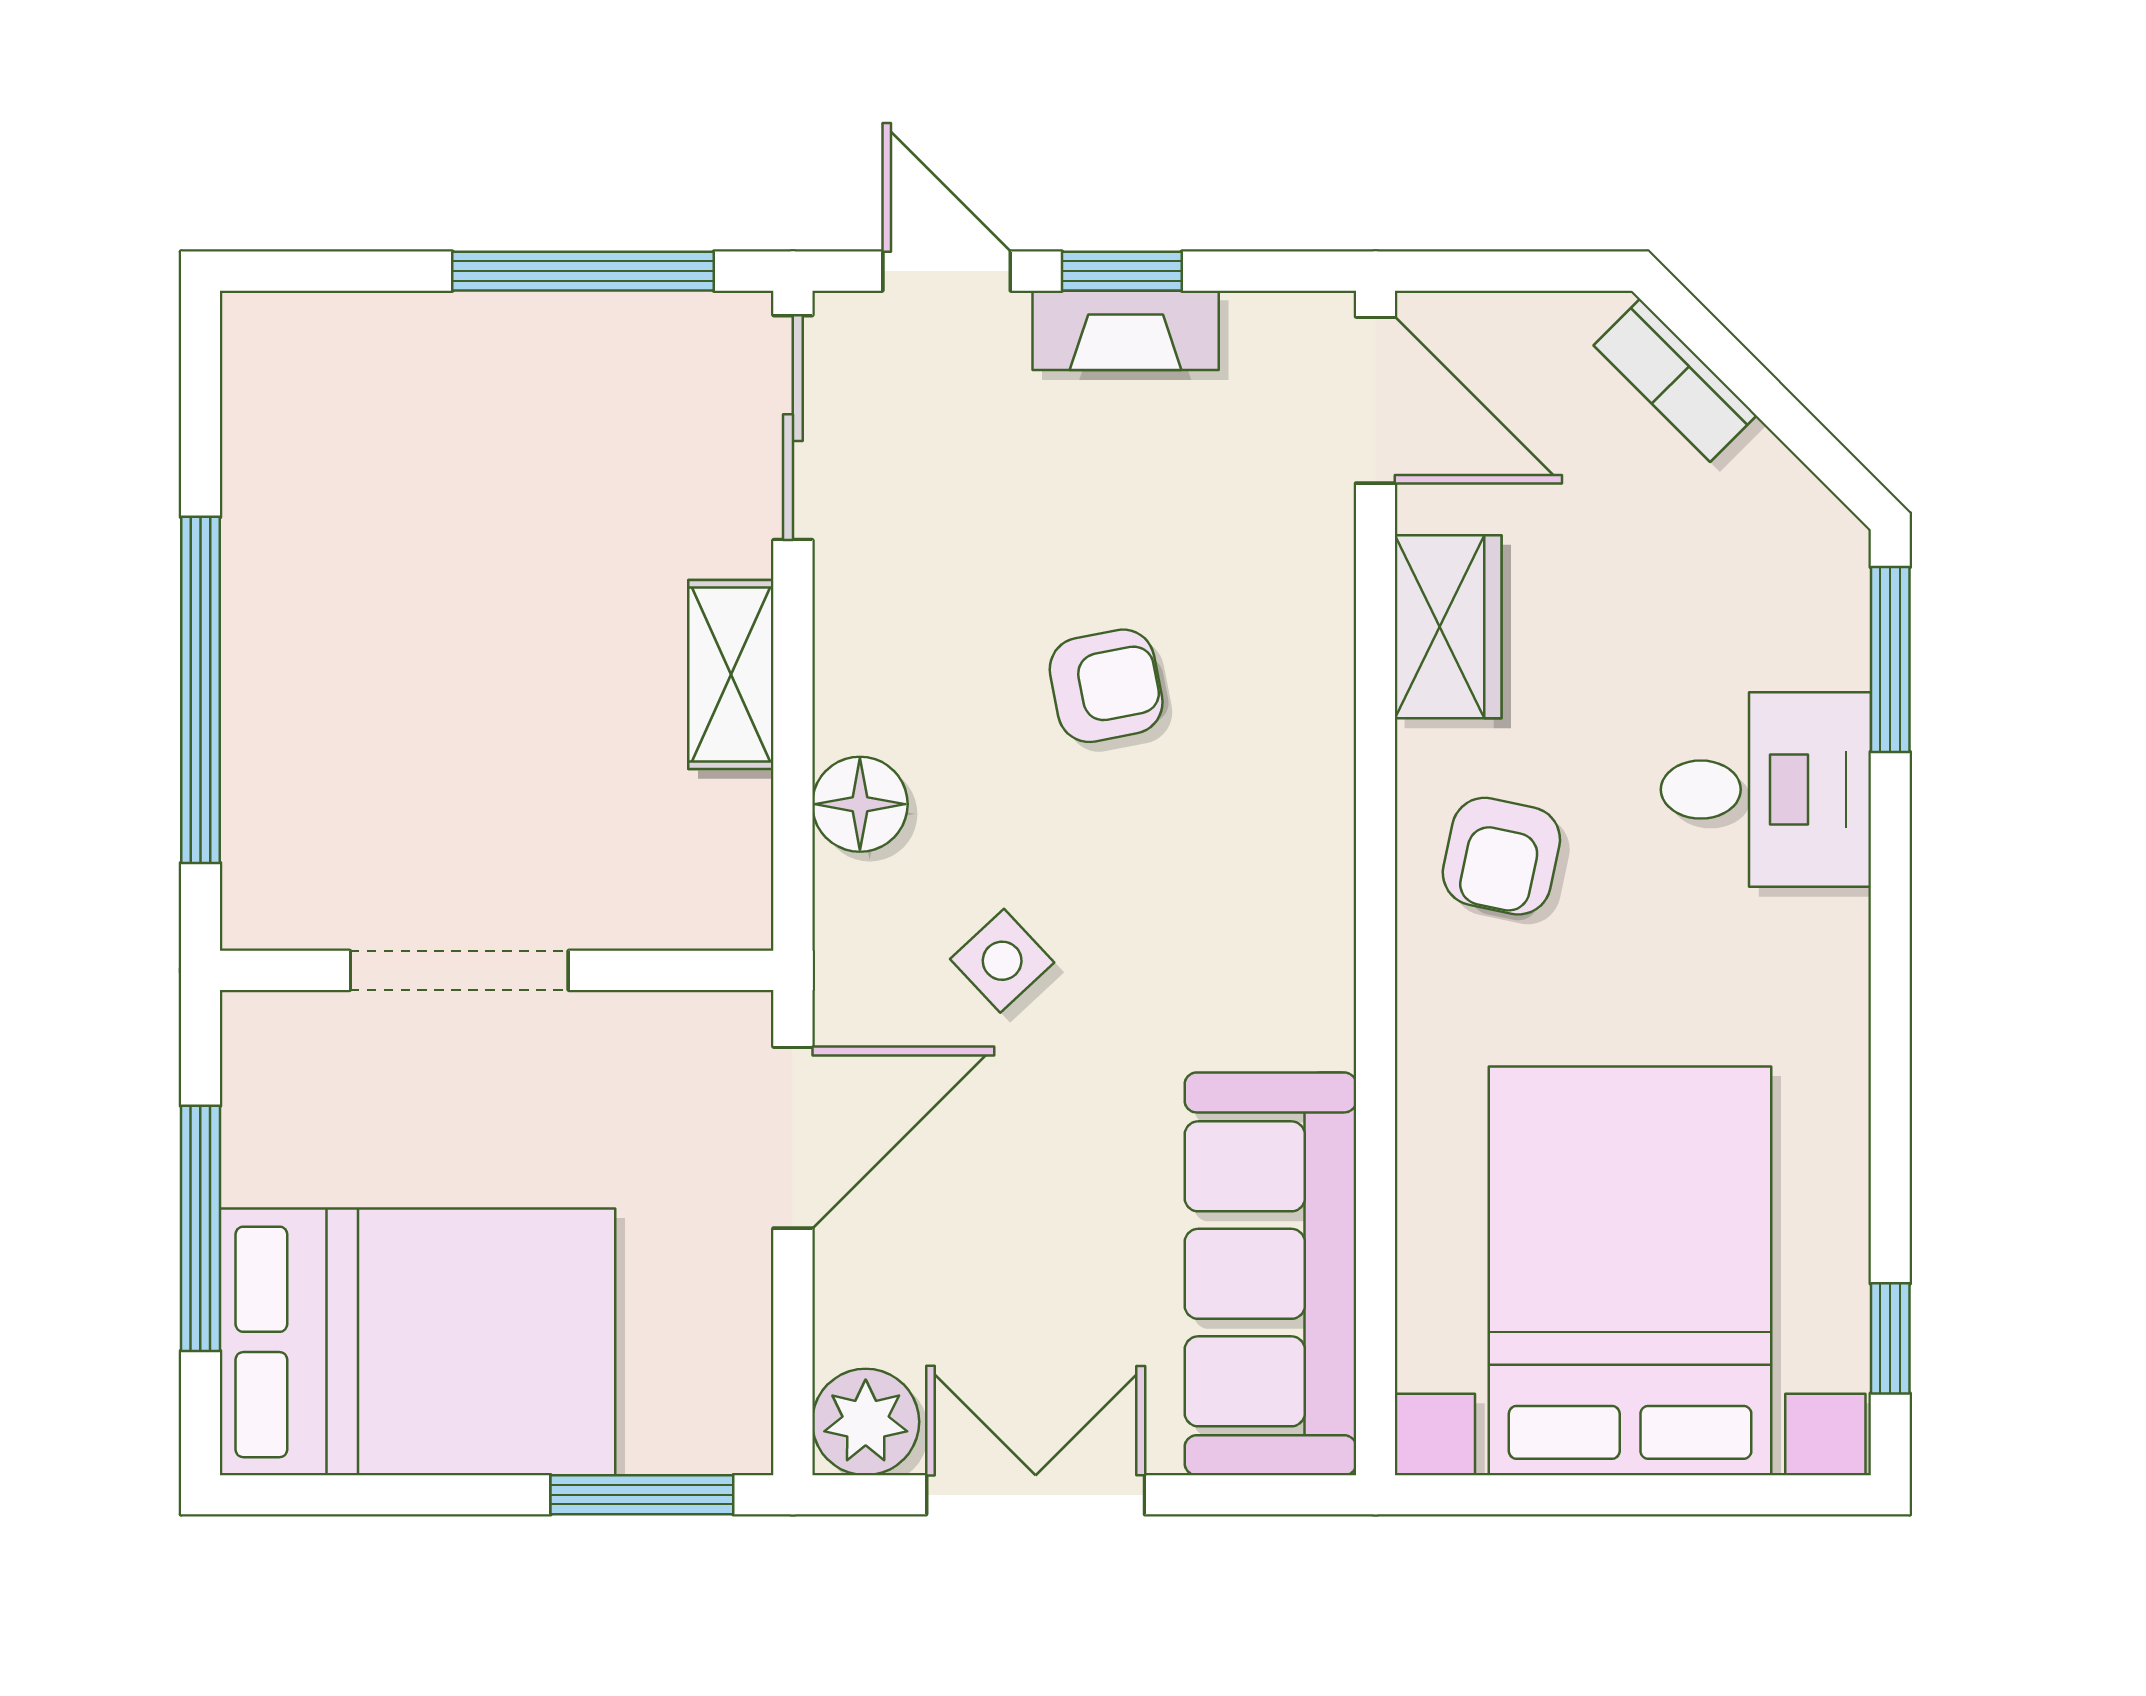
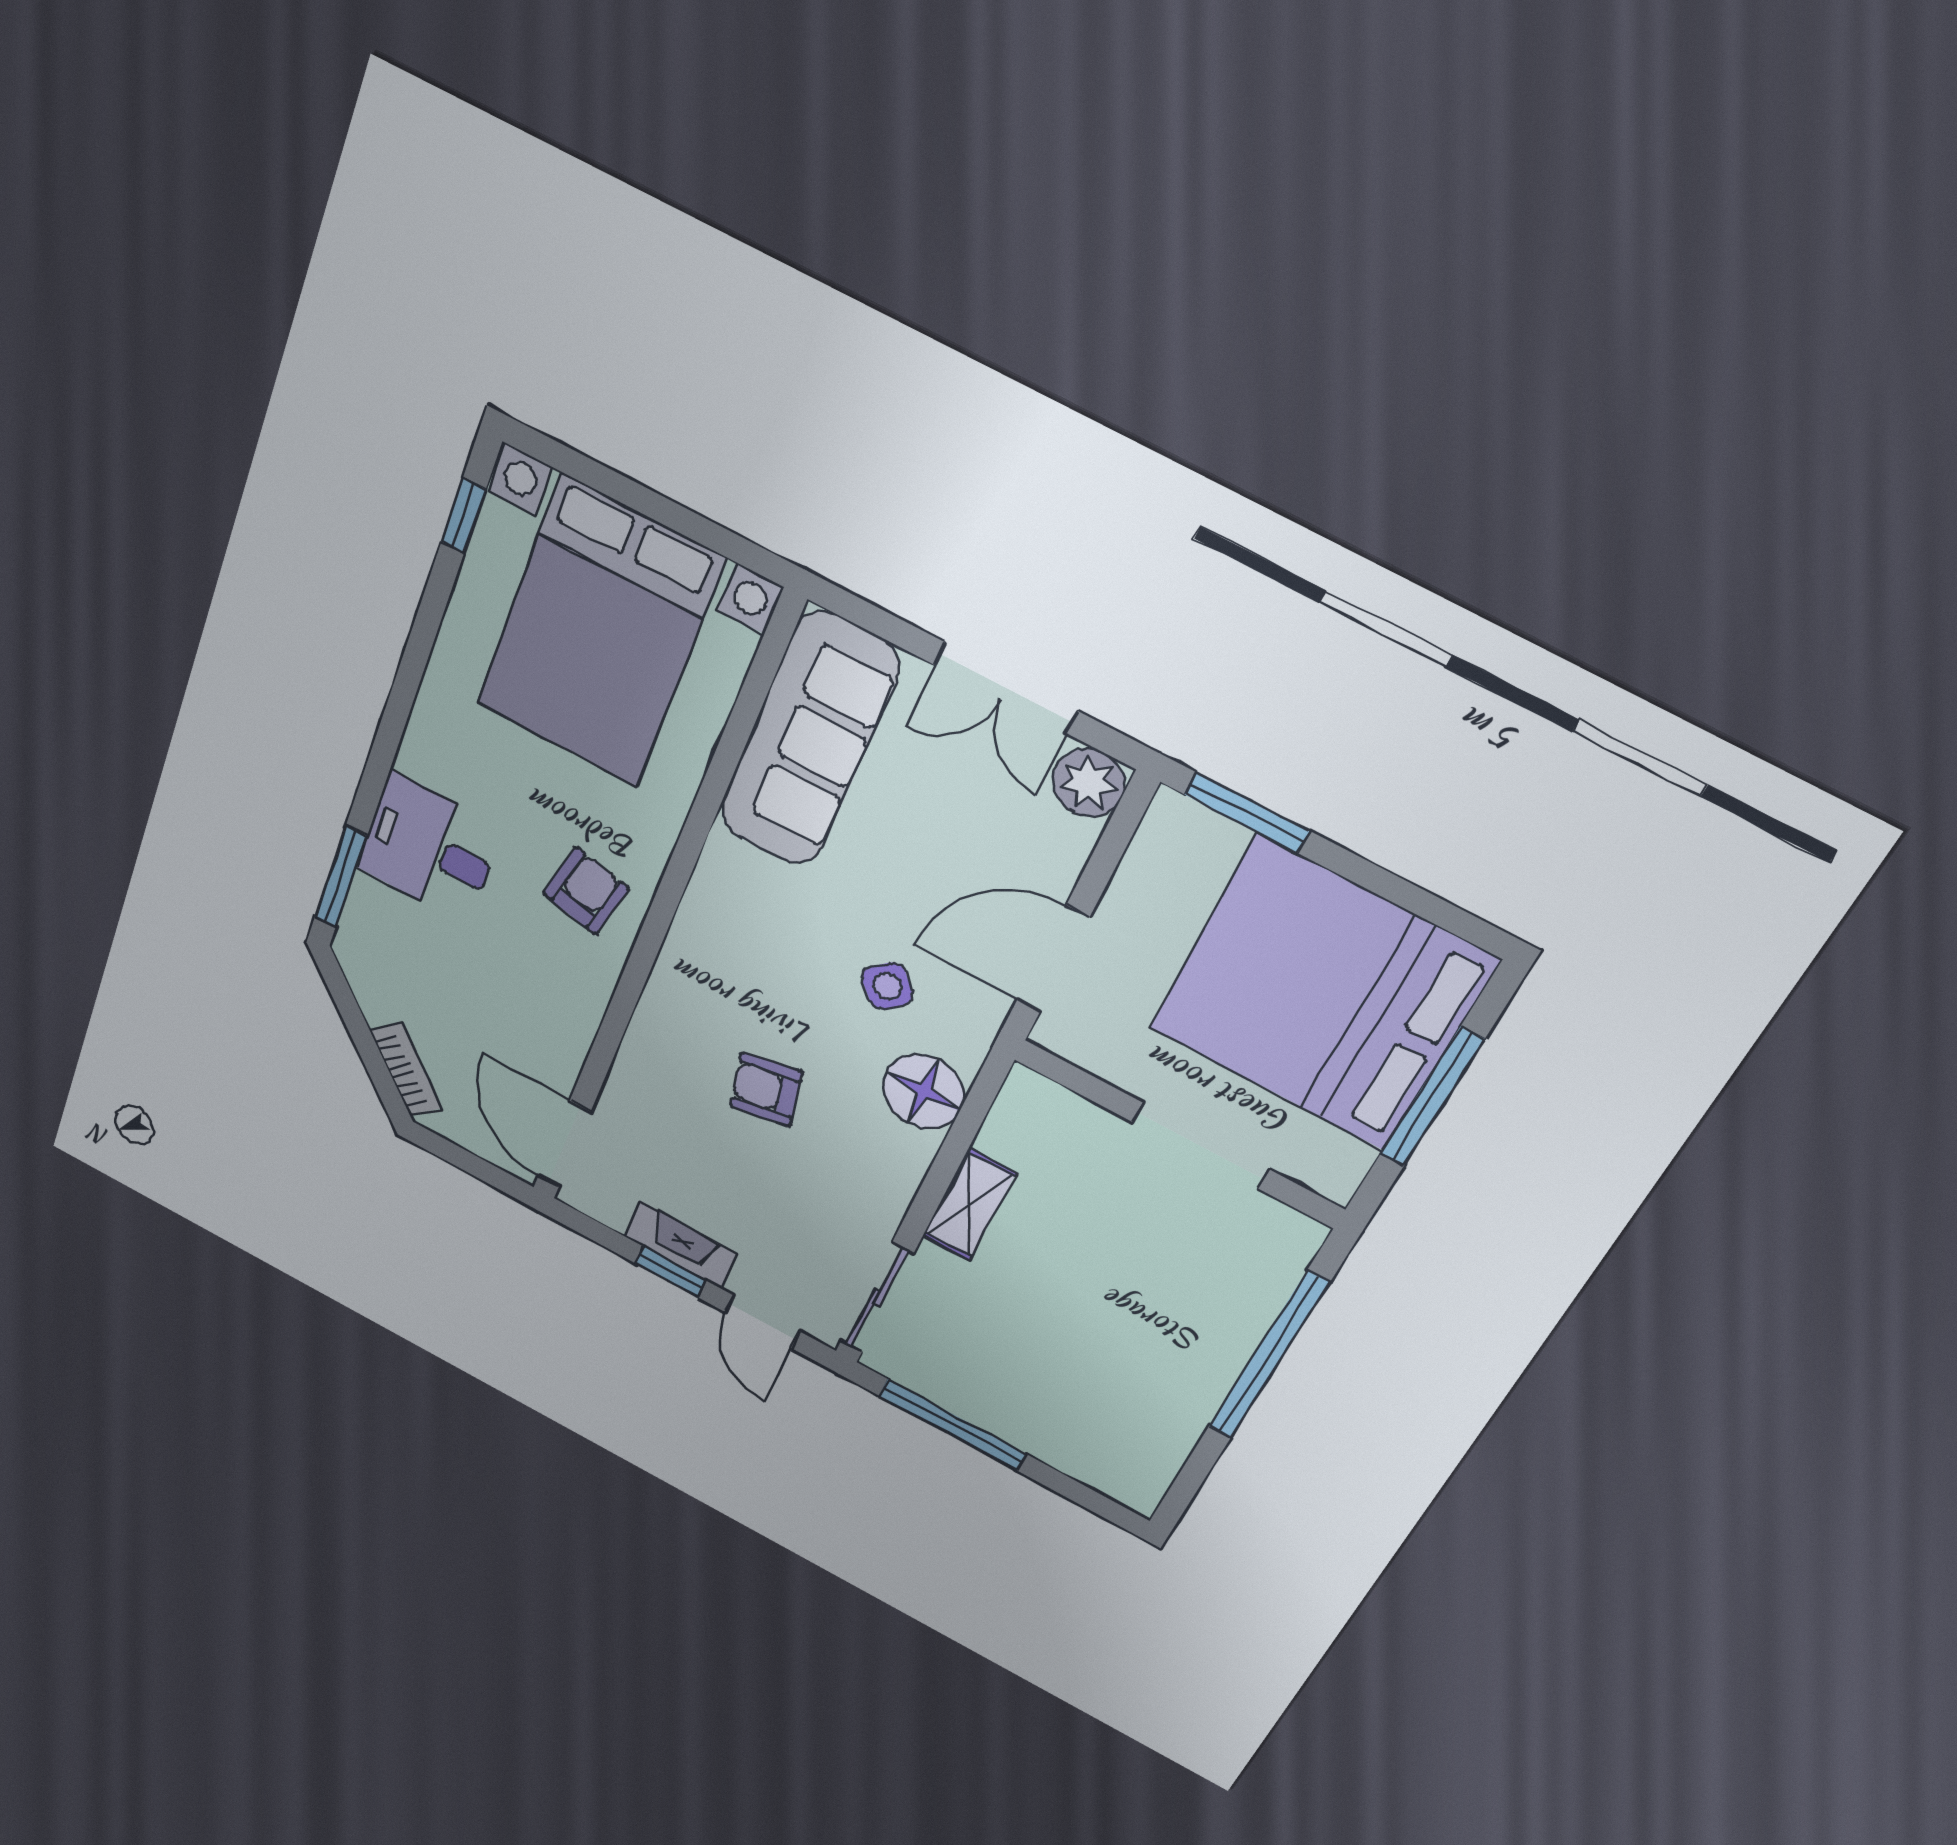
wardrobe: (1448, 627) -> (569, 1019), removed
floor lamp: (860, 804) -> (923, 1091), width x1.38, depth x1.38
bed: (418, 1342) -> (1322, 994), width x1.36

